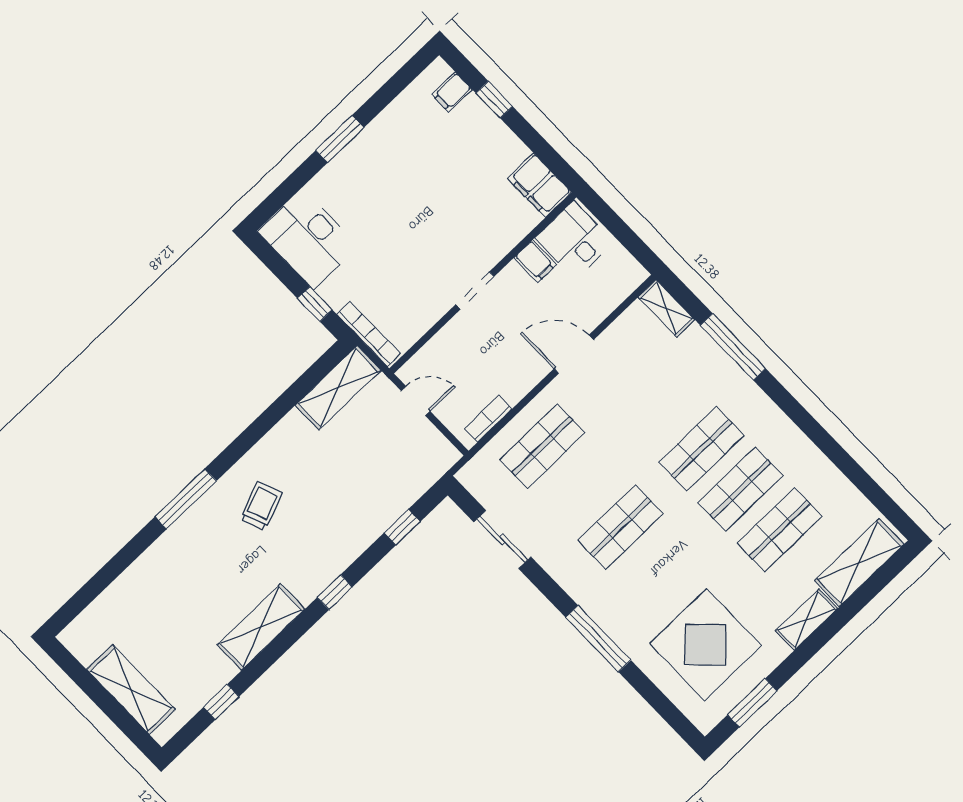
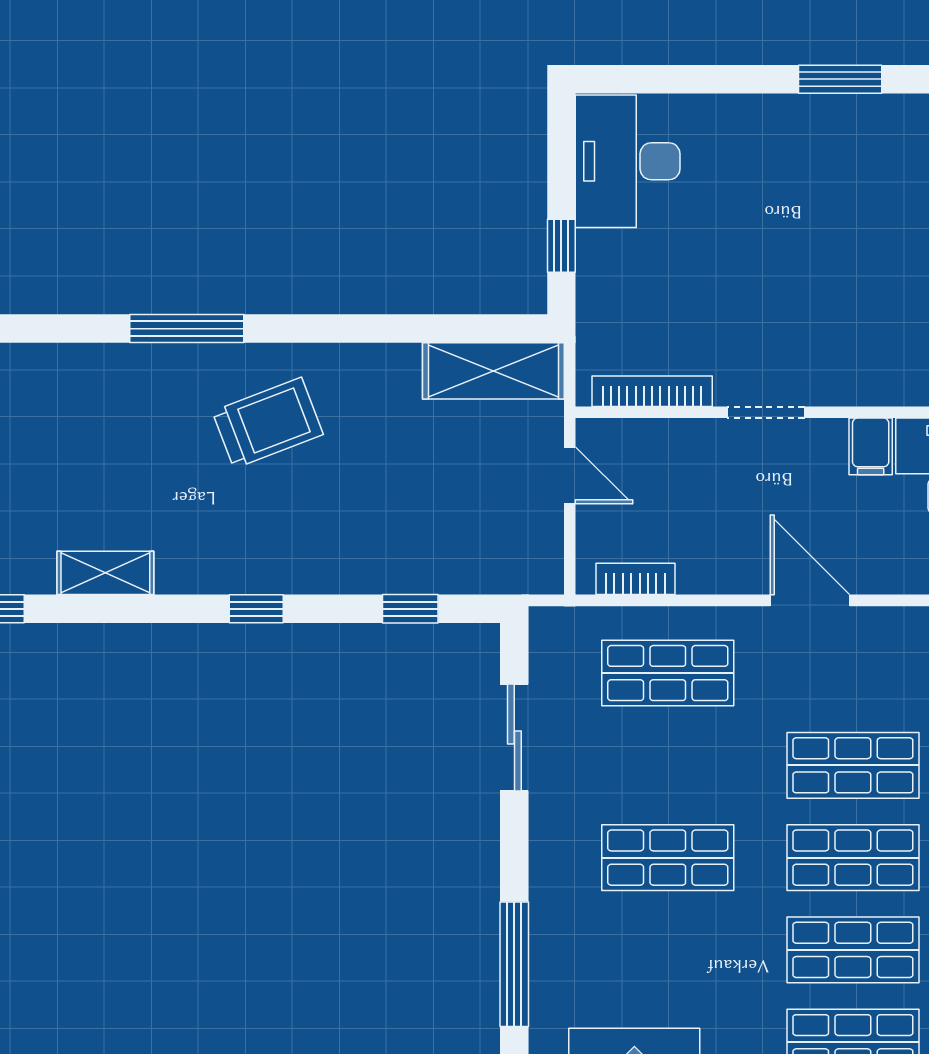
window: (340, 139) -> (840, 79), moved
bookcase: (369, 334) -> (652, 391), moved, turned -90
shop shelf: (662, 408) -> (853, 765), added
trolley: (261, 506) -> (268, 423), width x1.36, depth x1.39
shelving: (261, 627) -> (105, 573), width x0.67, depth x0.75

